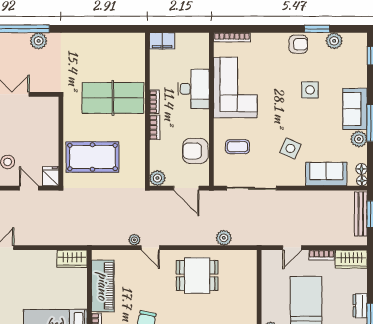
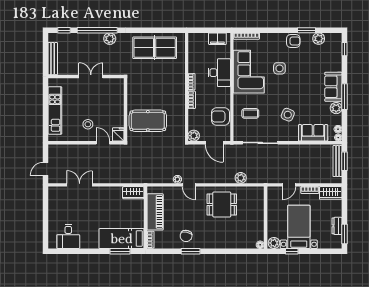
filing cabinet: (162, 41) -> (217, 39), moved
side table: (310, 90) -> (279, 68), moved
table tennis table: (113, 98) -> (155, 48), moved

